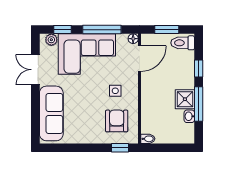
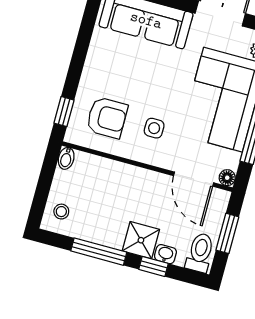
shower: (185, 99) -> (141, 240), moved
washbasin: (189, 116) -> (165, 254), moved
stool: (181, 133) -> (61, 212), added

